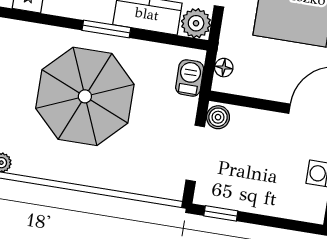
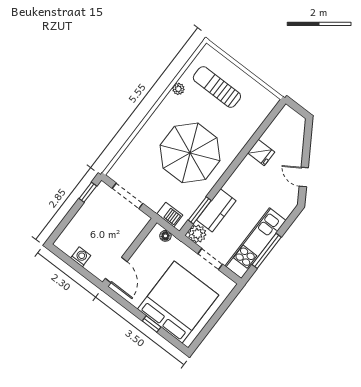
window: (106, 29) -> (200, 210), moved
boiler: (218, 117) -> (140, 218), removed

